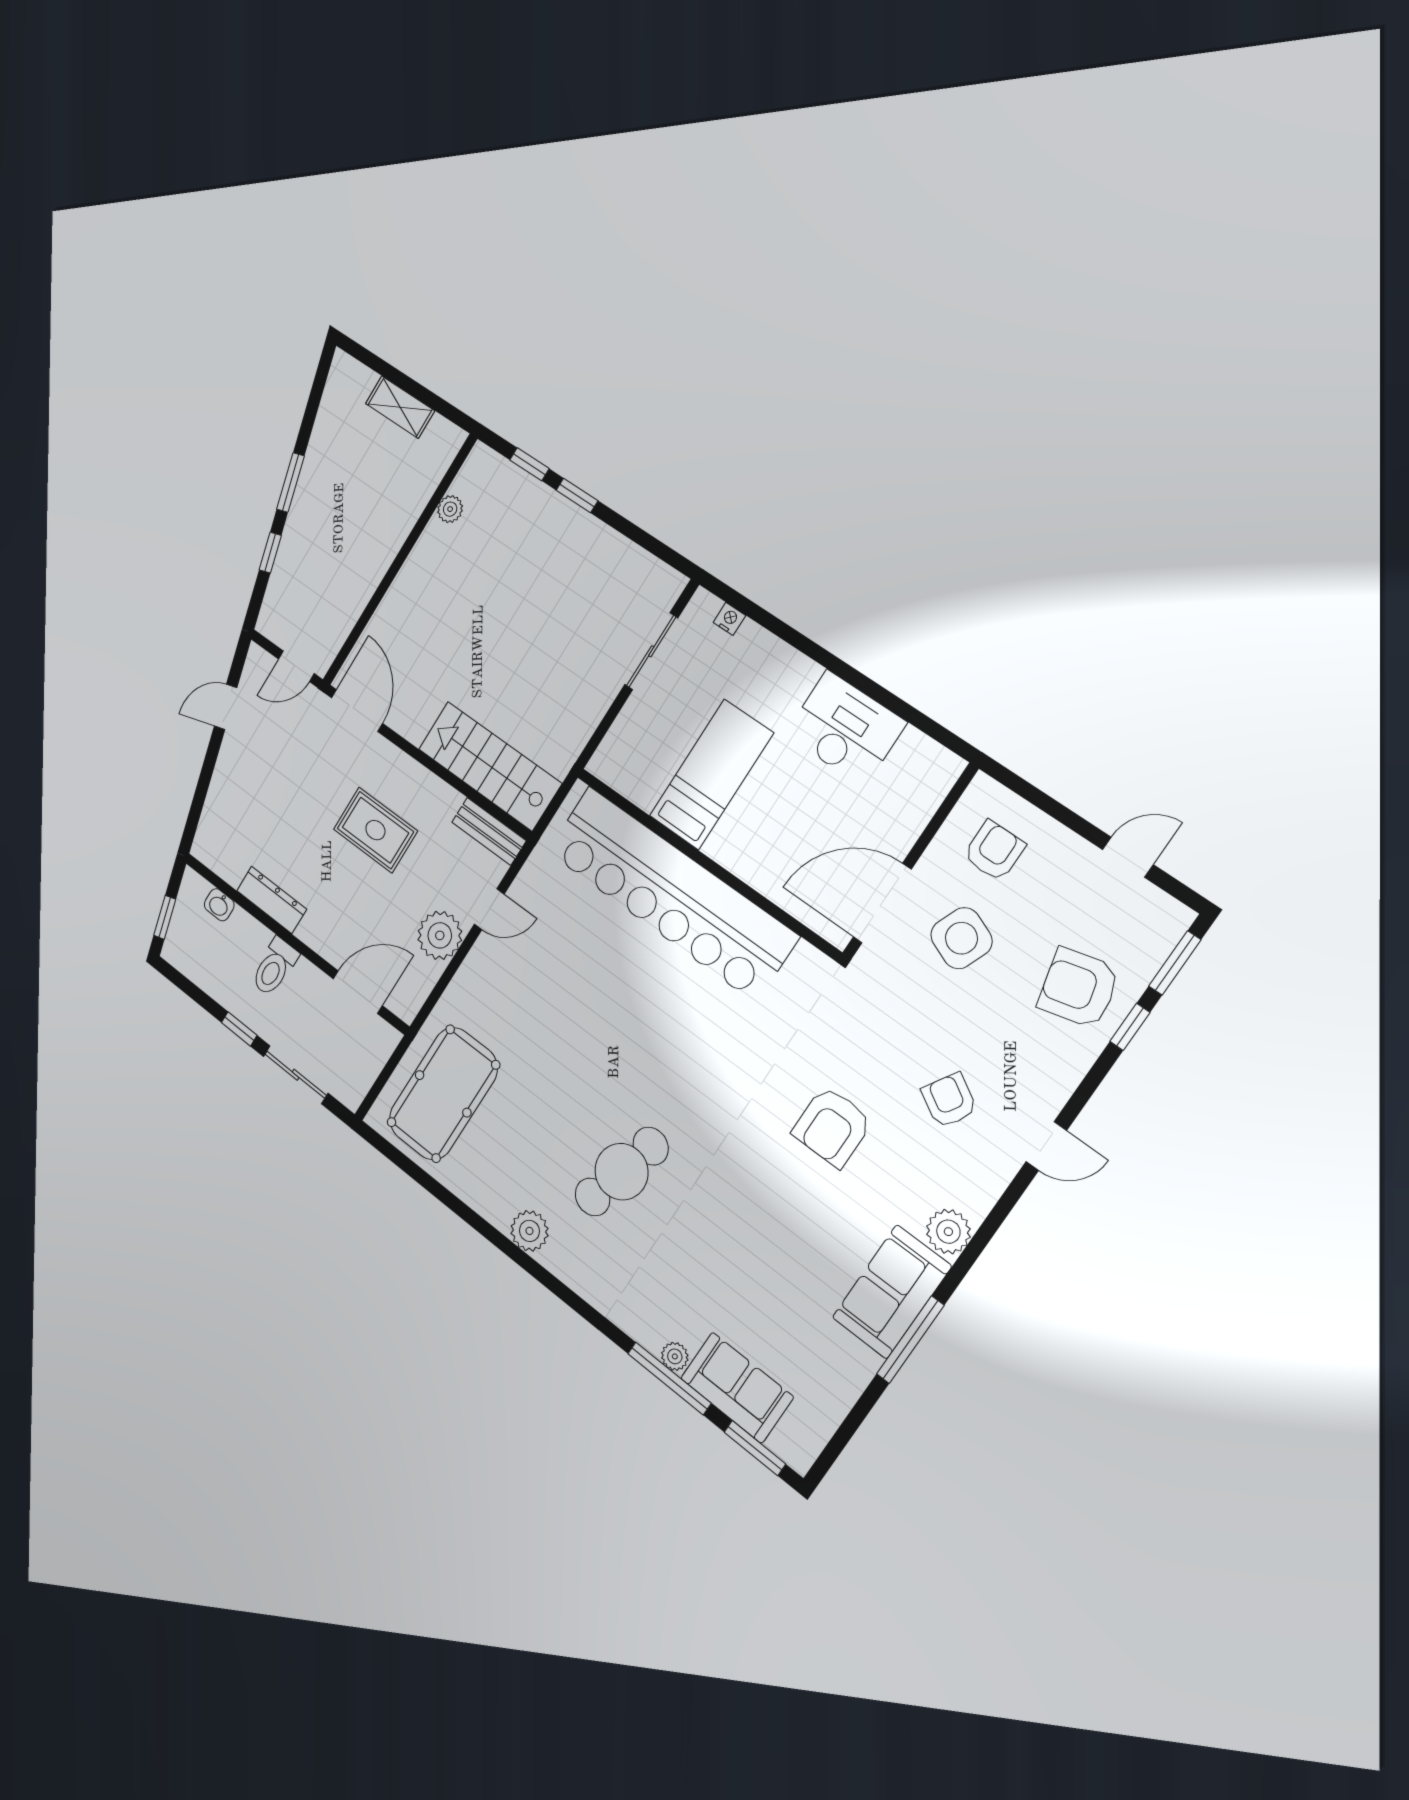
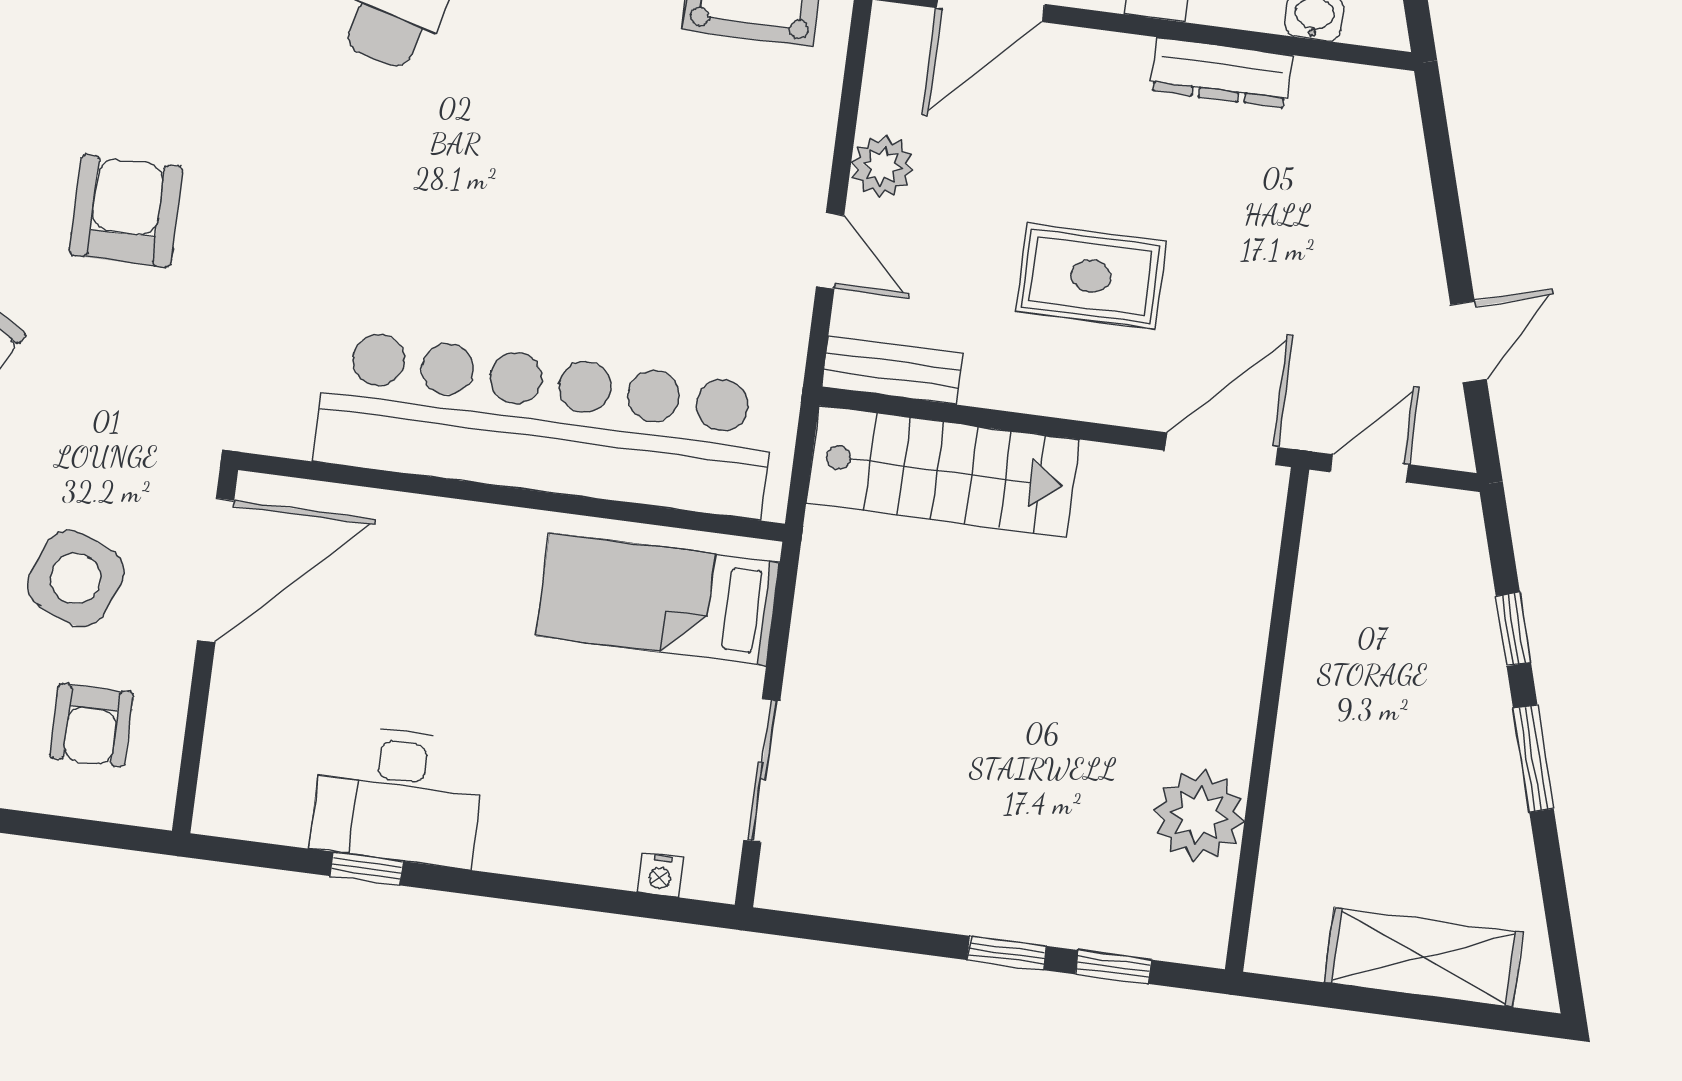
shelving: (400, 407) -> (1424, 957), width x1.50, depth x1.33
plant: (450, 509) -> (1199, 815), width x1.87, depth x1.87
window: (882, 696) -> (366, 869), added
door: (357, 710) -> (1221, 449), swing flipped
bed: (711, 775) -> (658, 599), moved, turned 90
door: (489, 909) -> (830, 251), swing flipped
plant: (440, 935) -> (882, 166), width x0.73, depth x0.73

